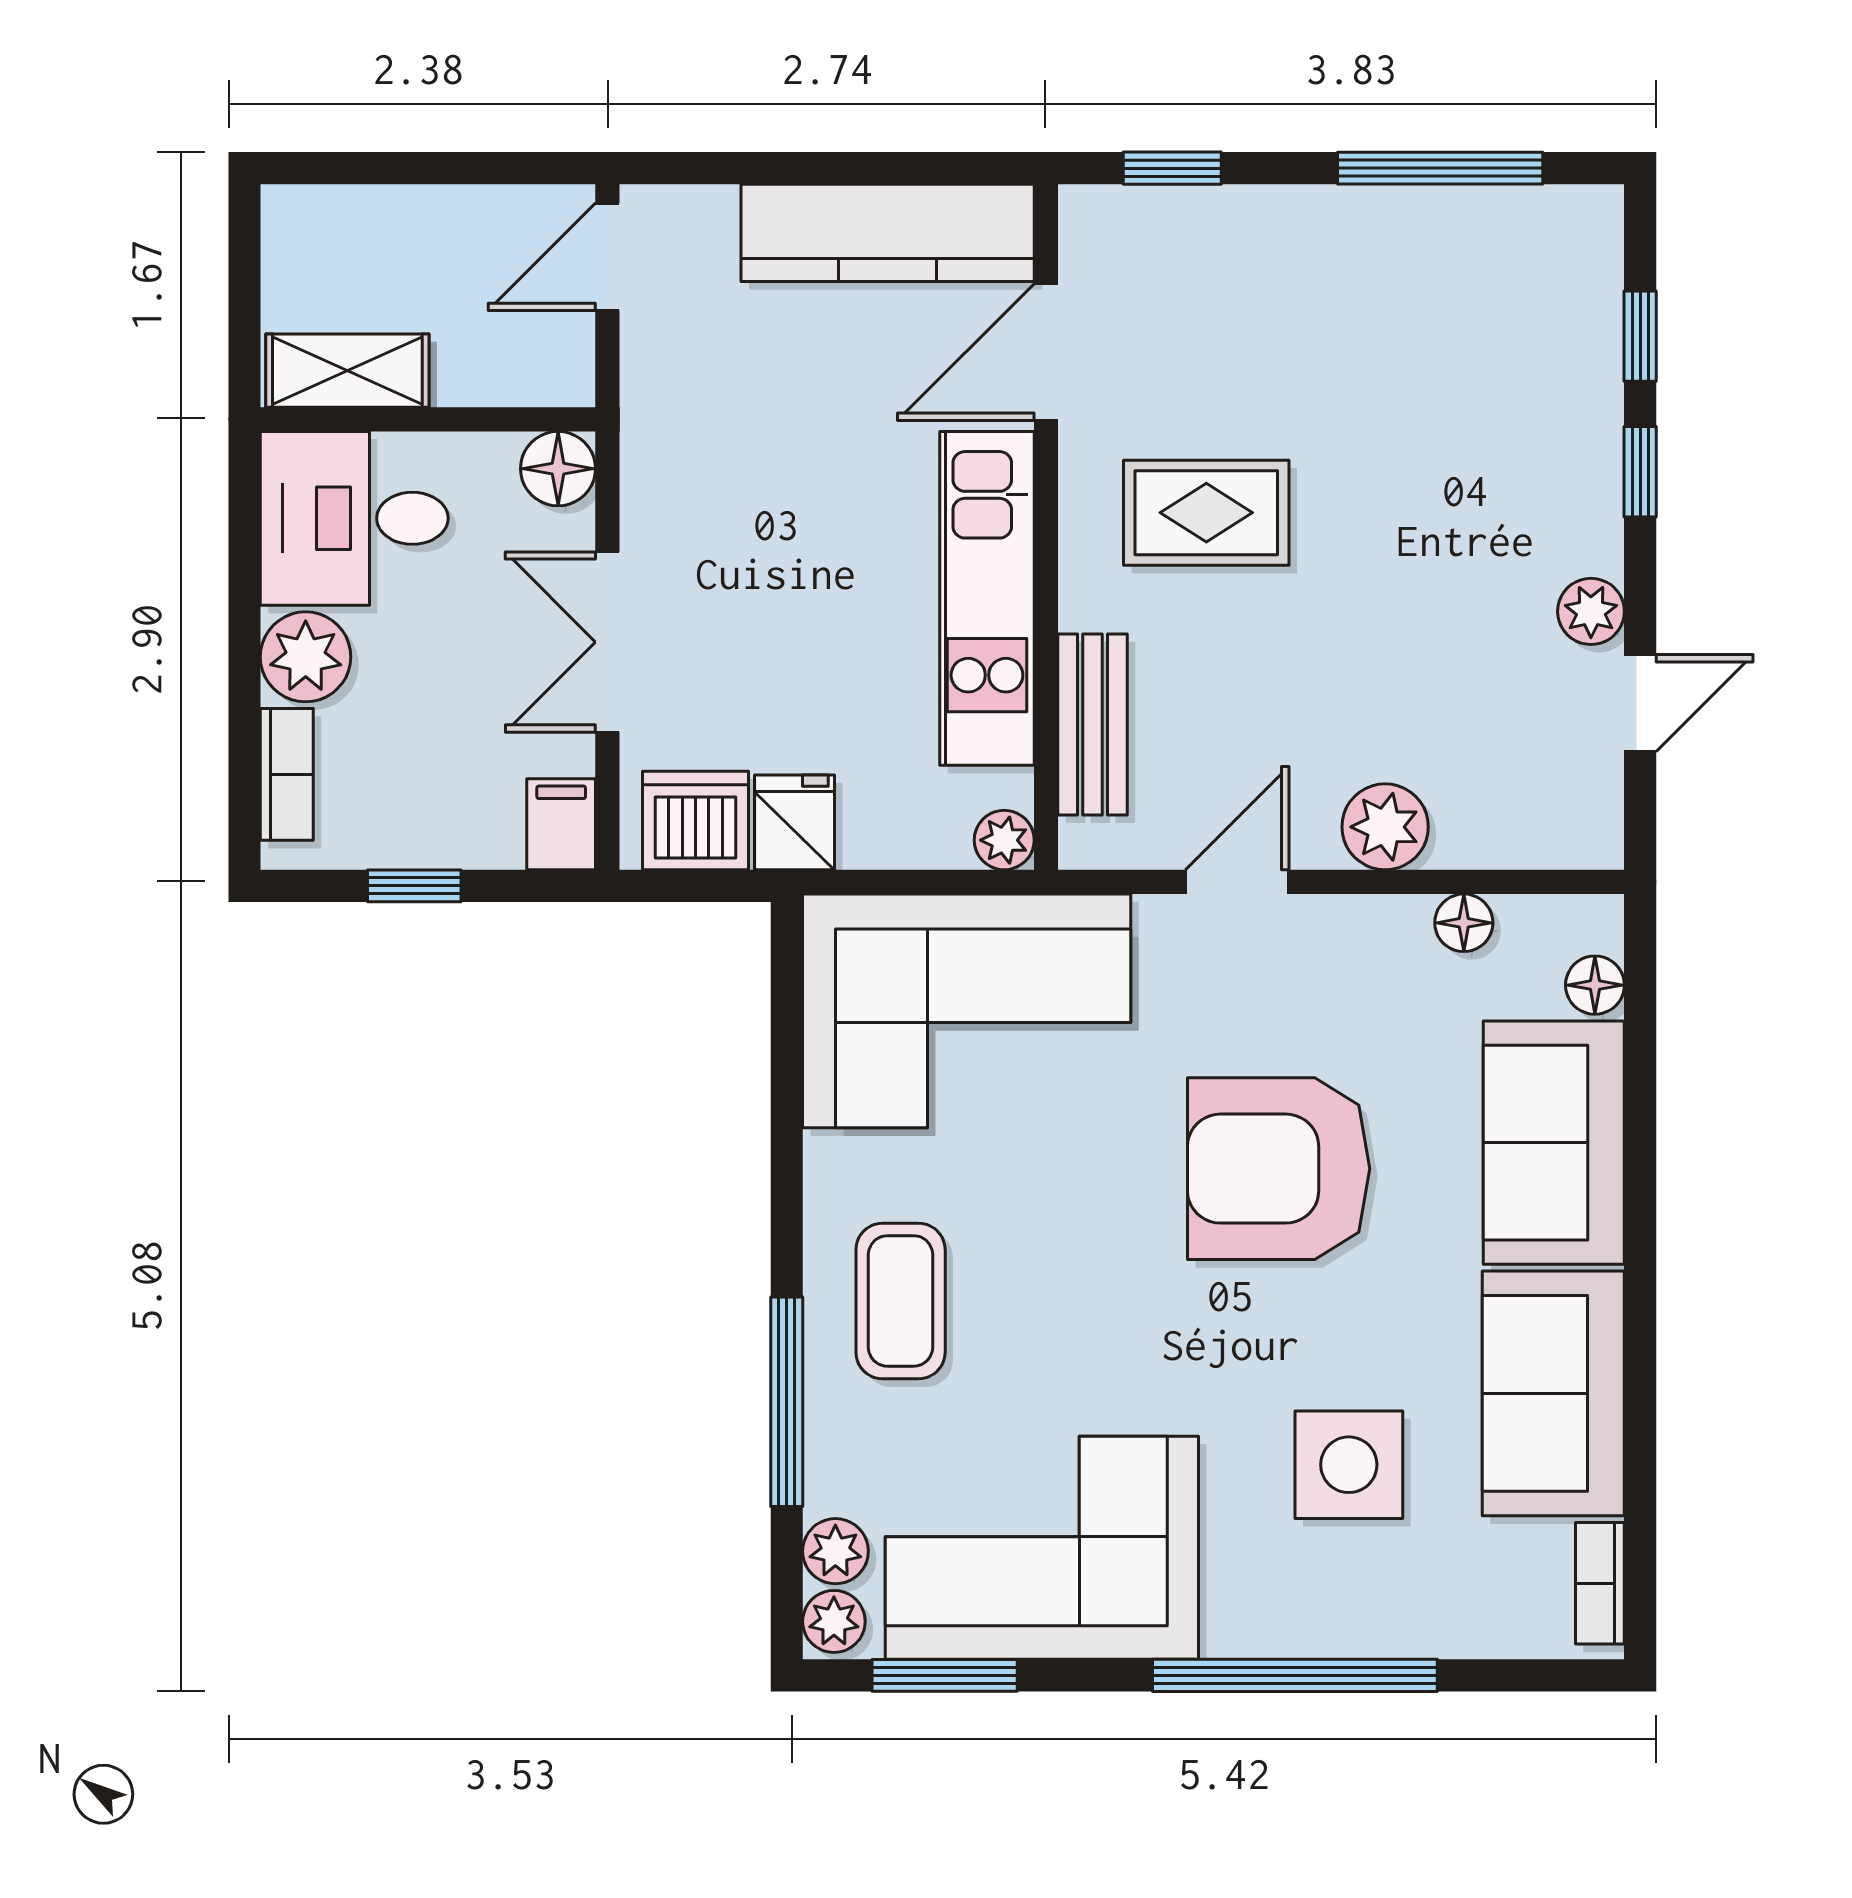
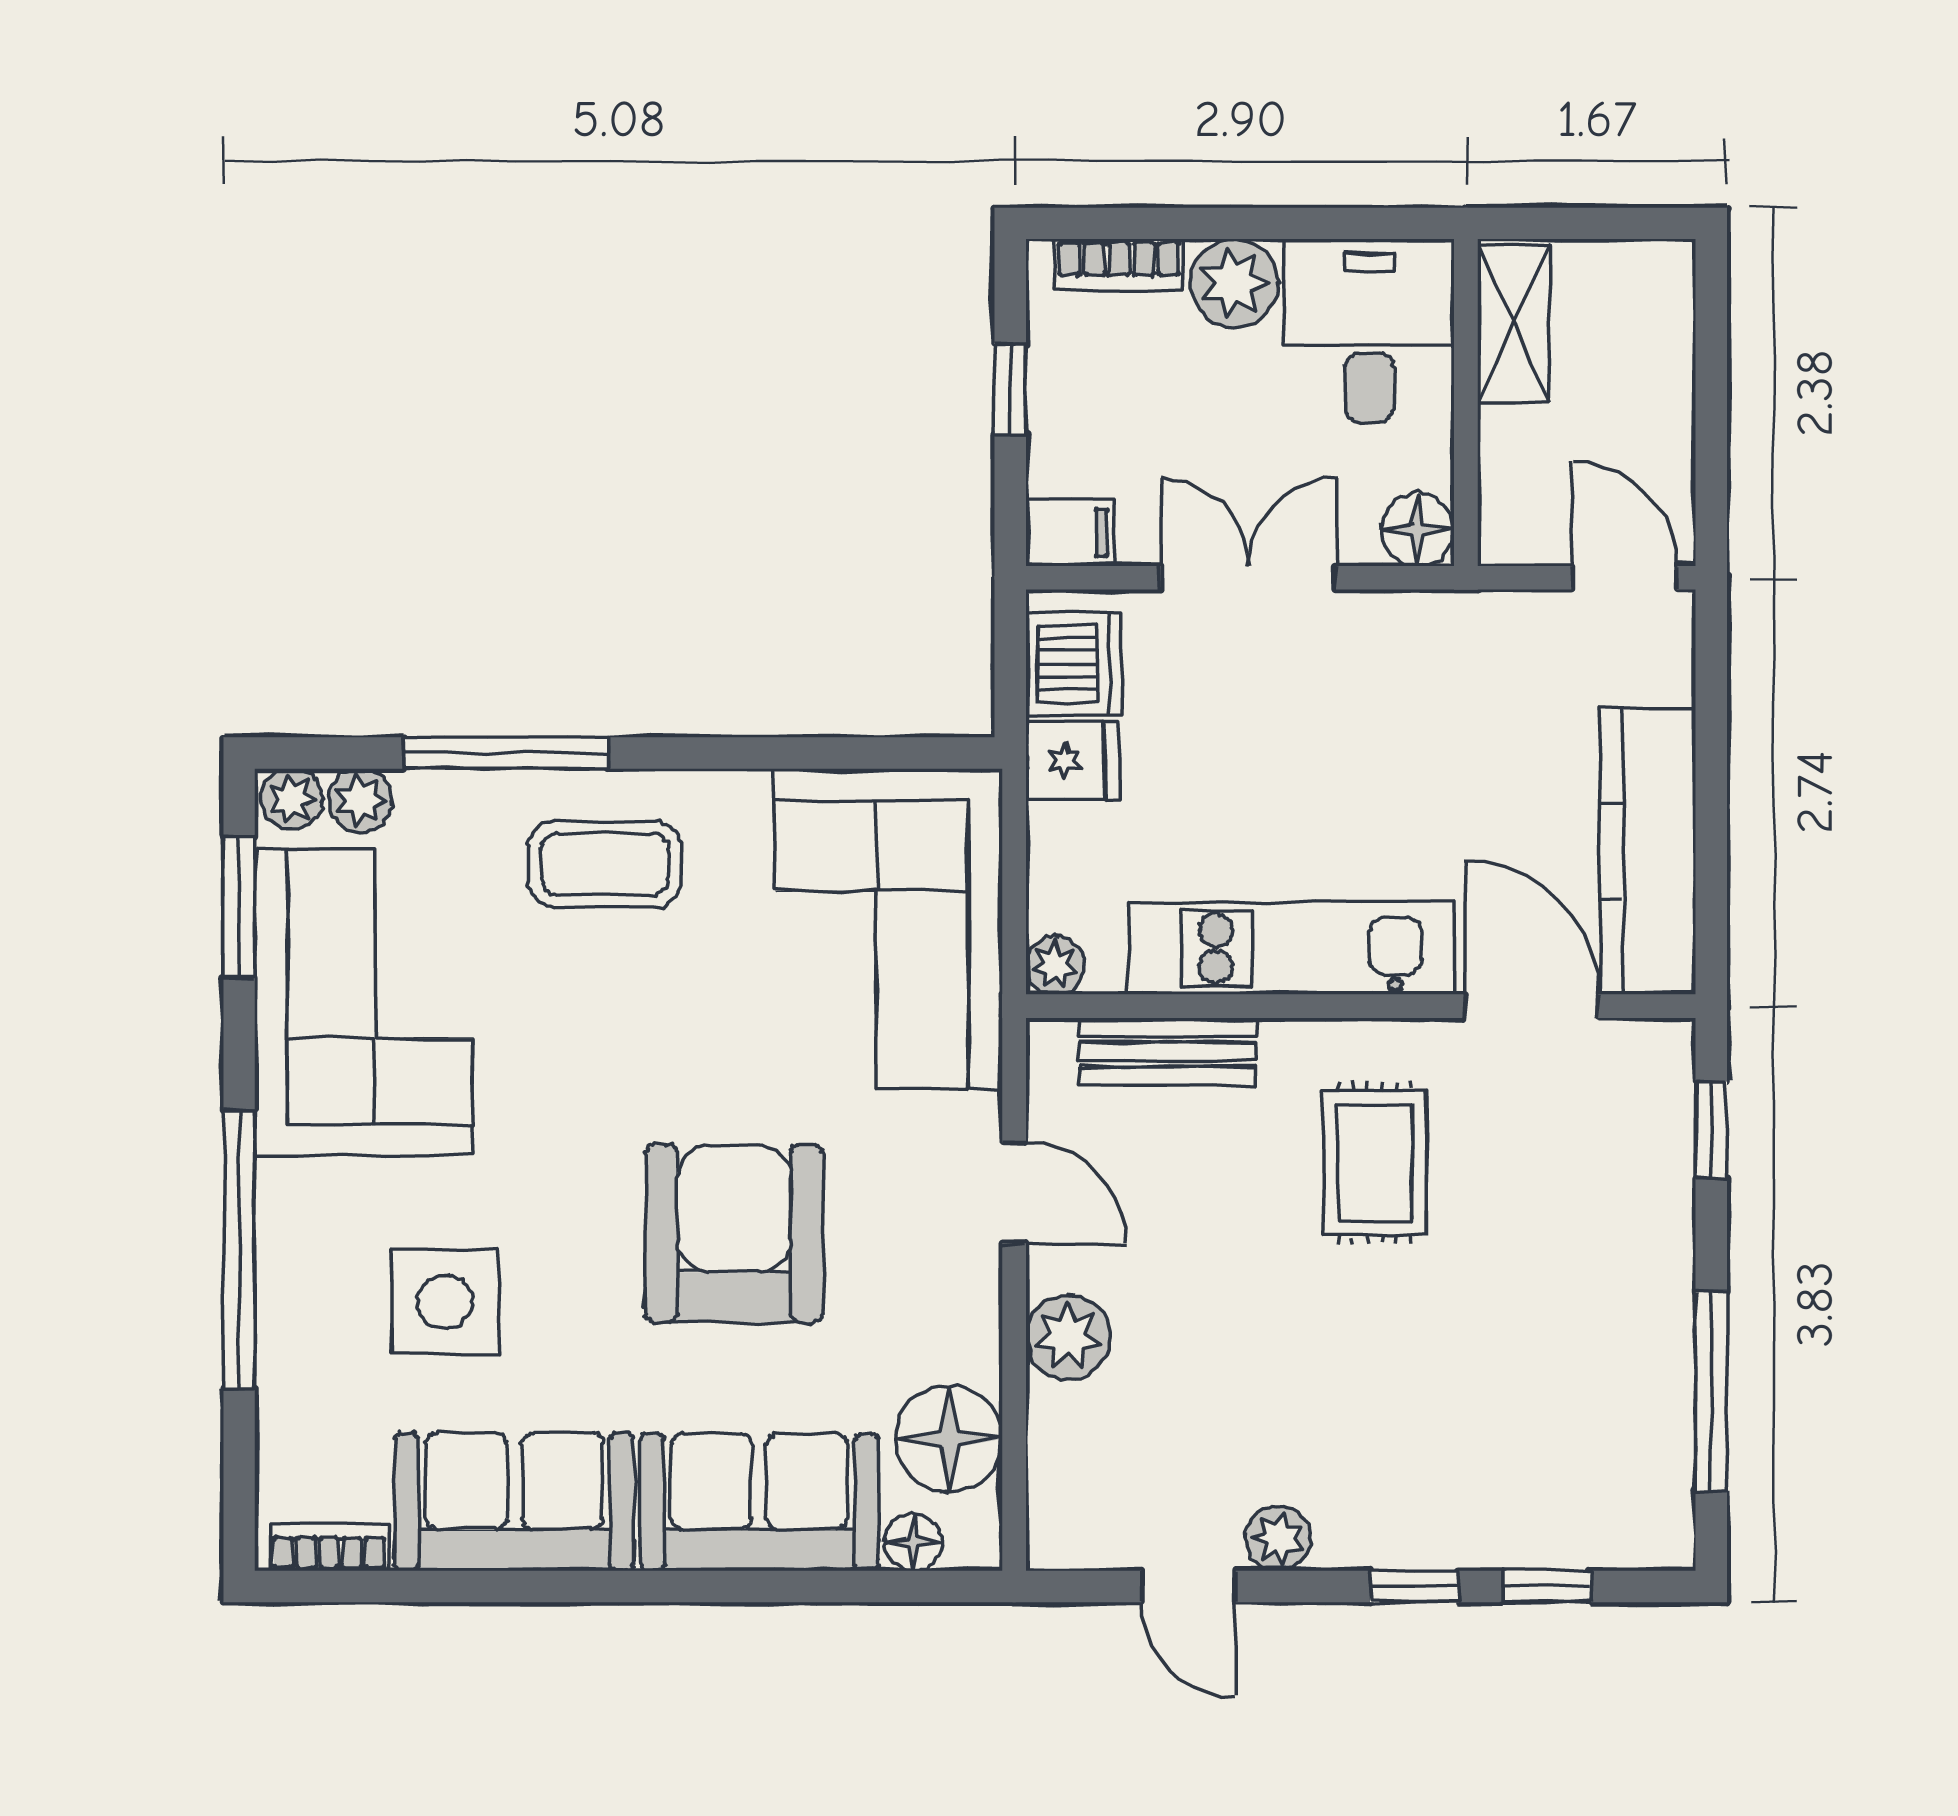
floor lamp: (1464, 923) -> (949, 1439), width x1.89, depth x1.89

